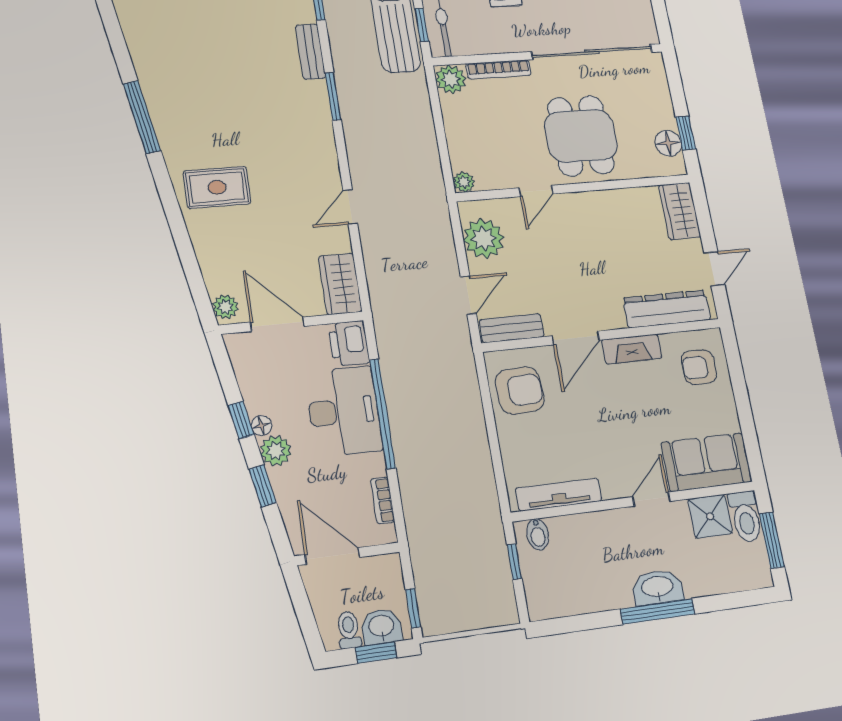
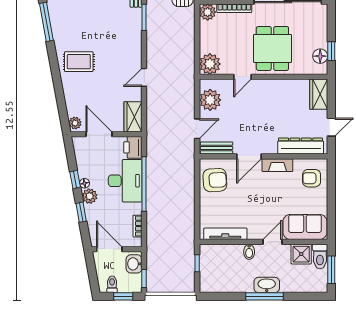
plant: (464, 182) -> (210, 64), width x1.87, depth x1.87
bidet: (538, 534) -> (249, 252), moved
washbasin: (381, 627) -> (134, 264), moved, turned -90

